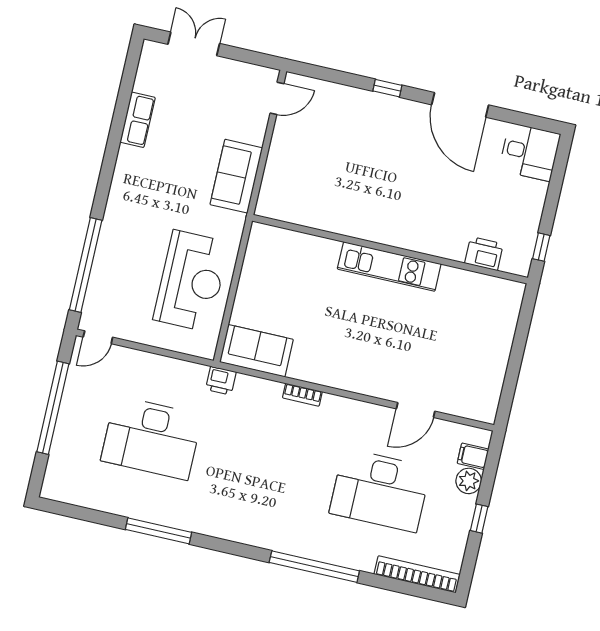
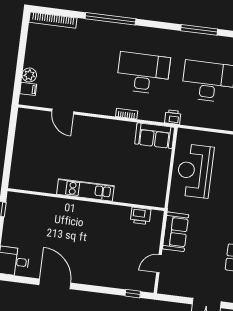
window: (387, 88) -> (133, 294), moved
door: (277, 98) -> (159, 264), moved
printer: (484, 254) -> (141, 216), moved
door: (416, 410) -> (63, 111), swing flipped
desk: (380, 490) -> (143, 73), moved
window: (479, 519) -> (21, 55), removed

